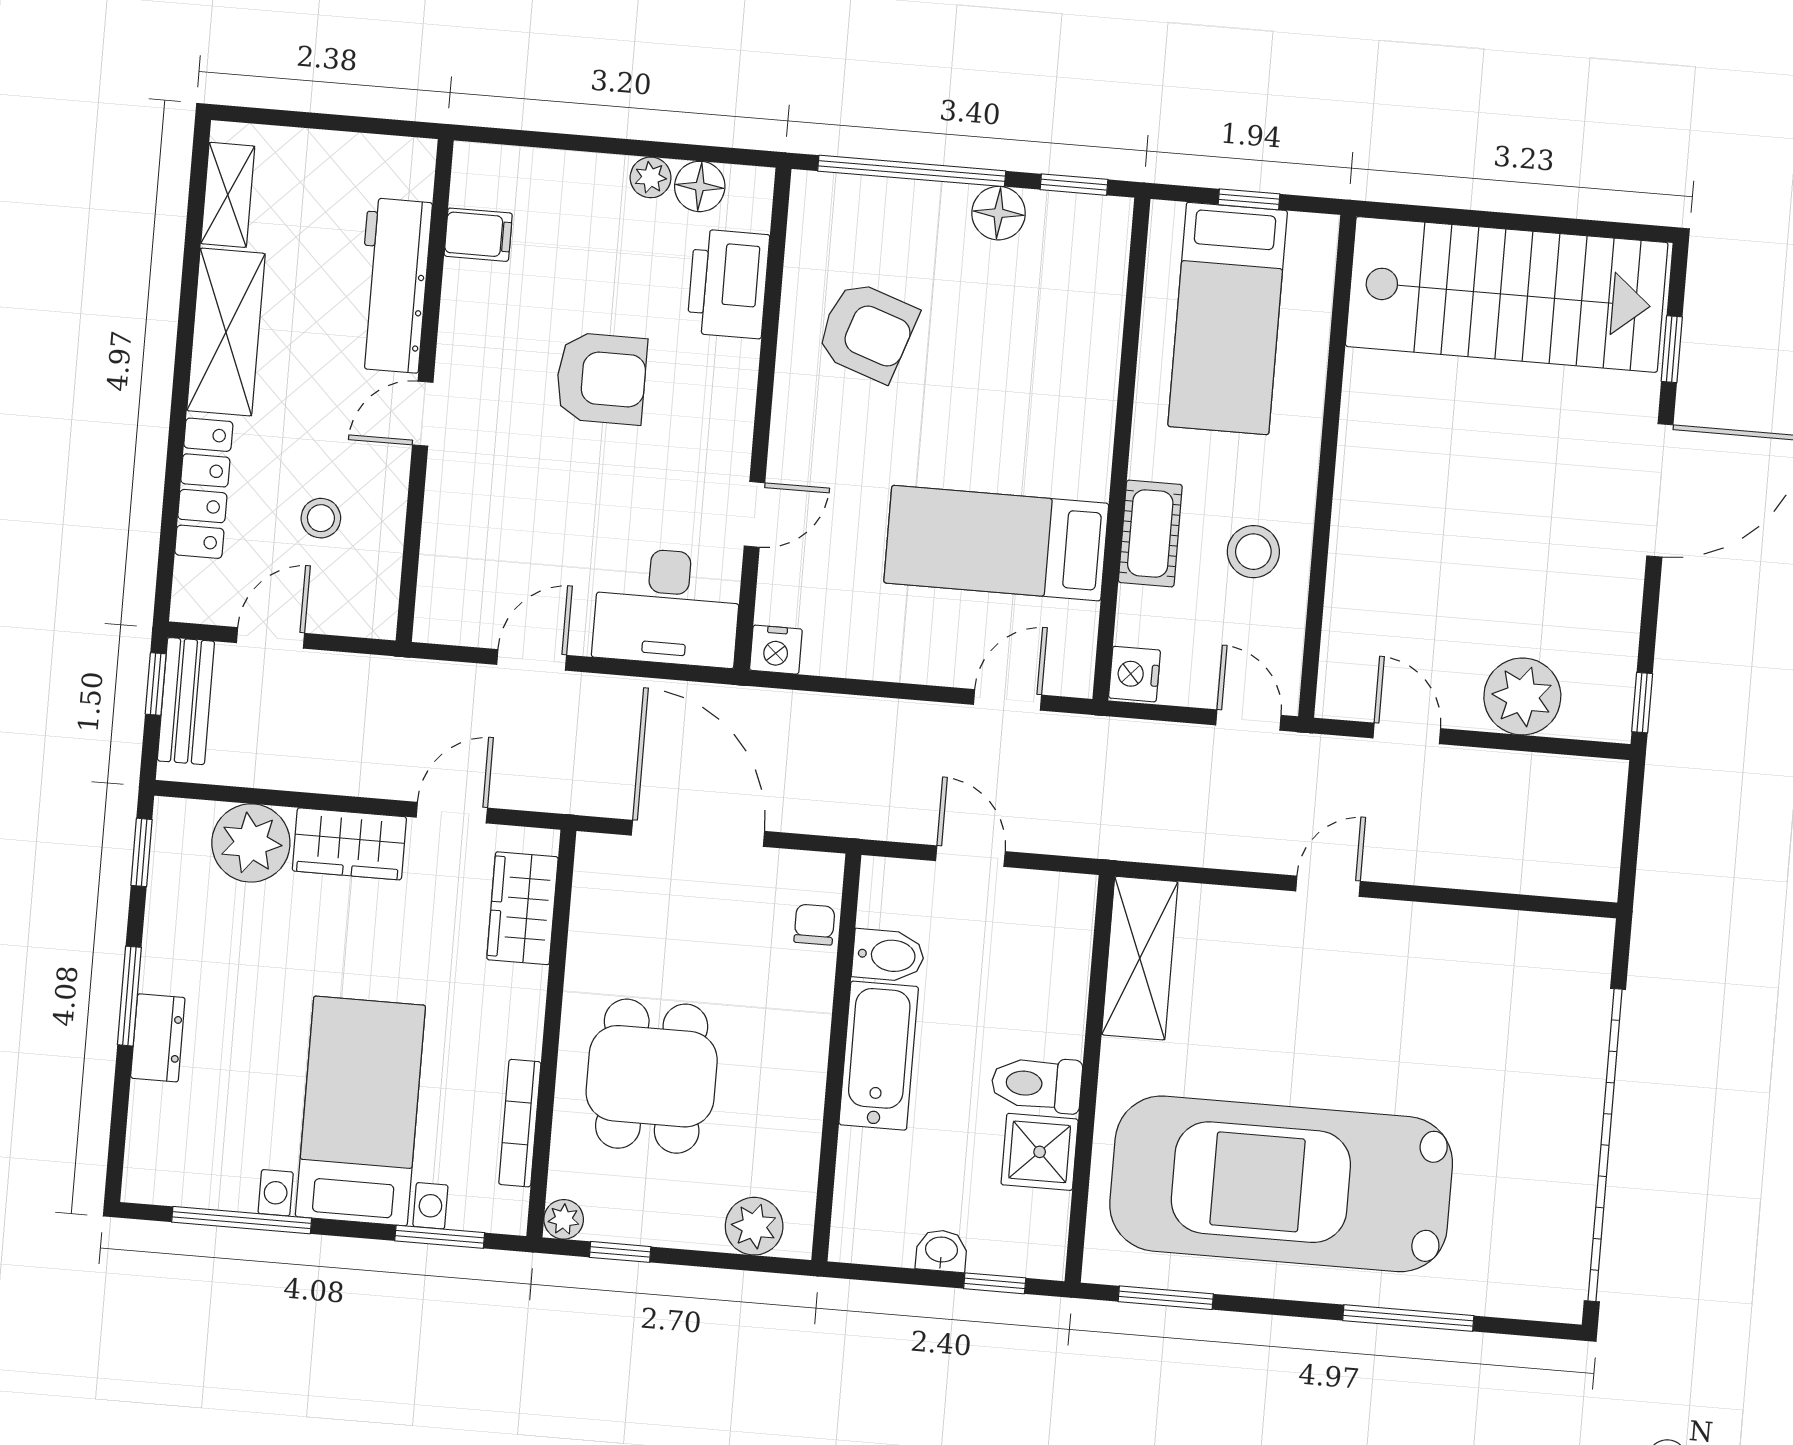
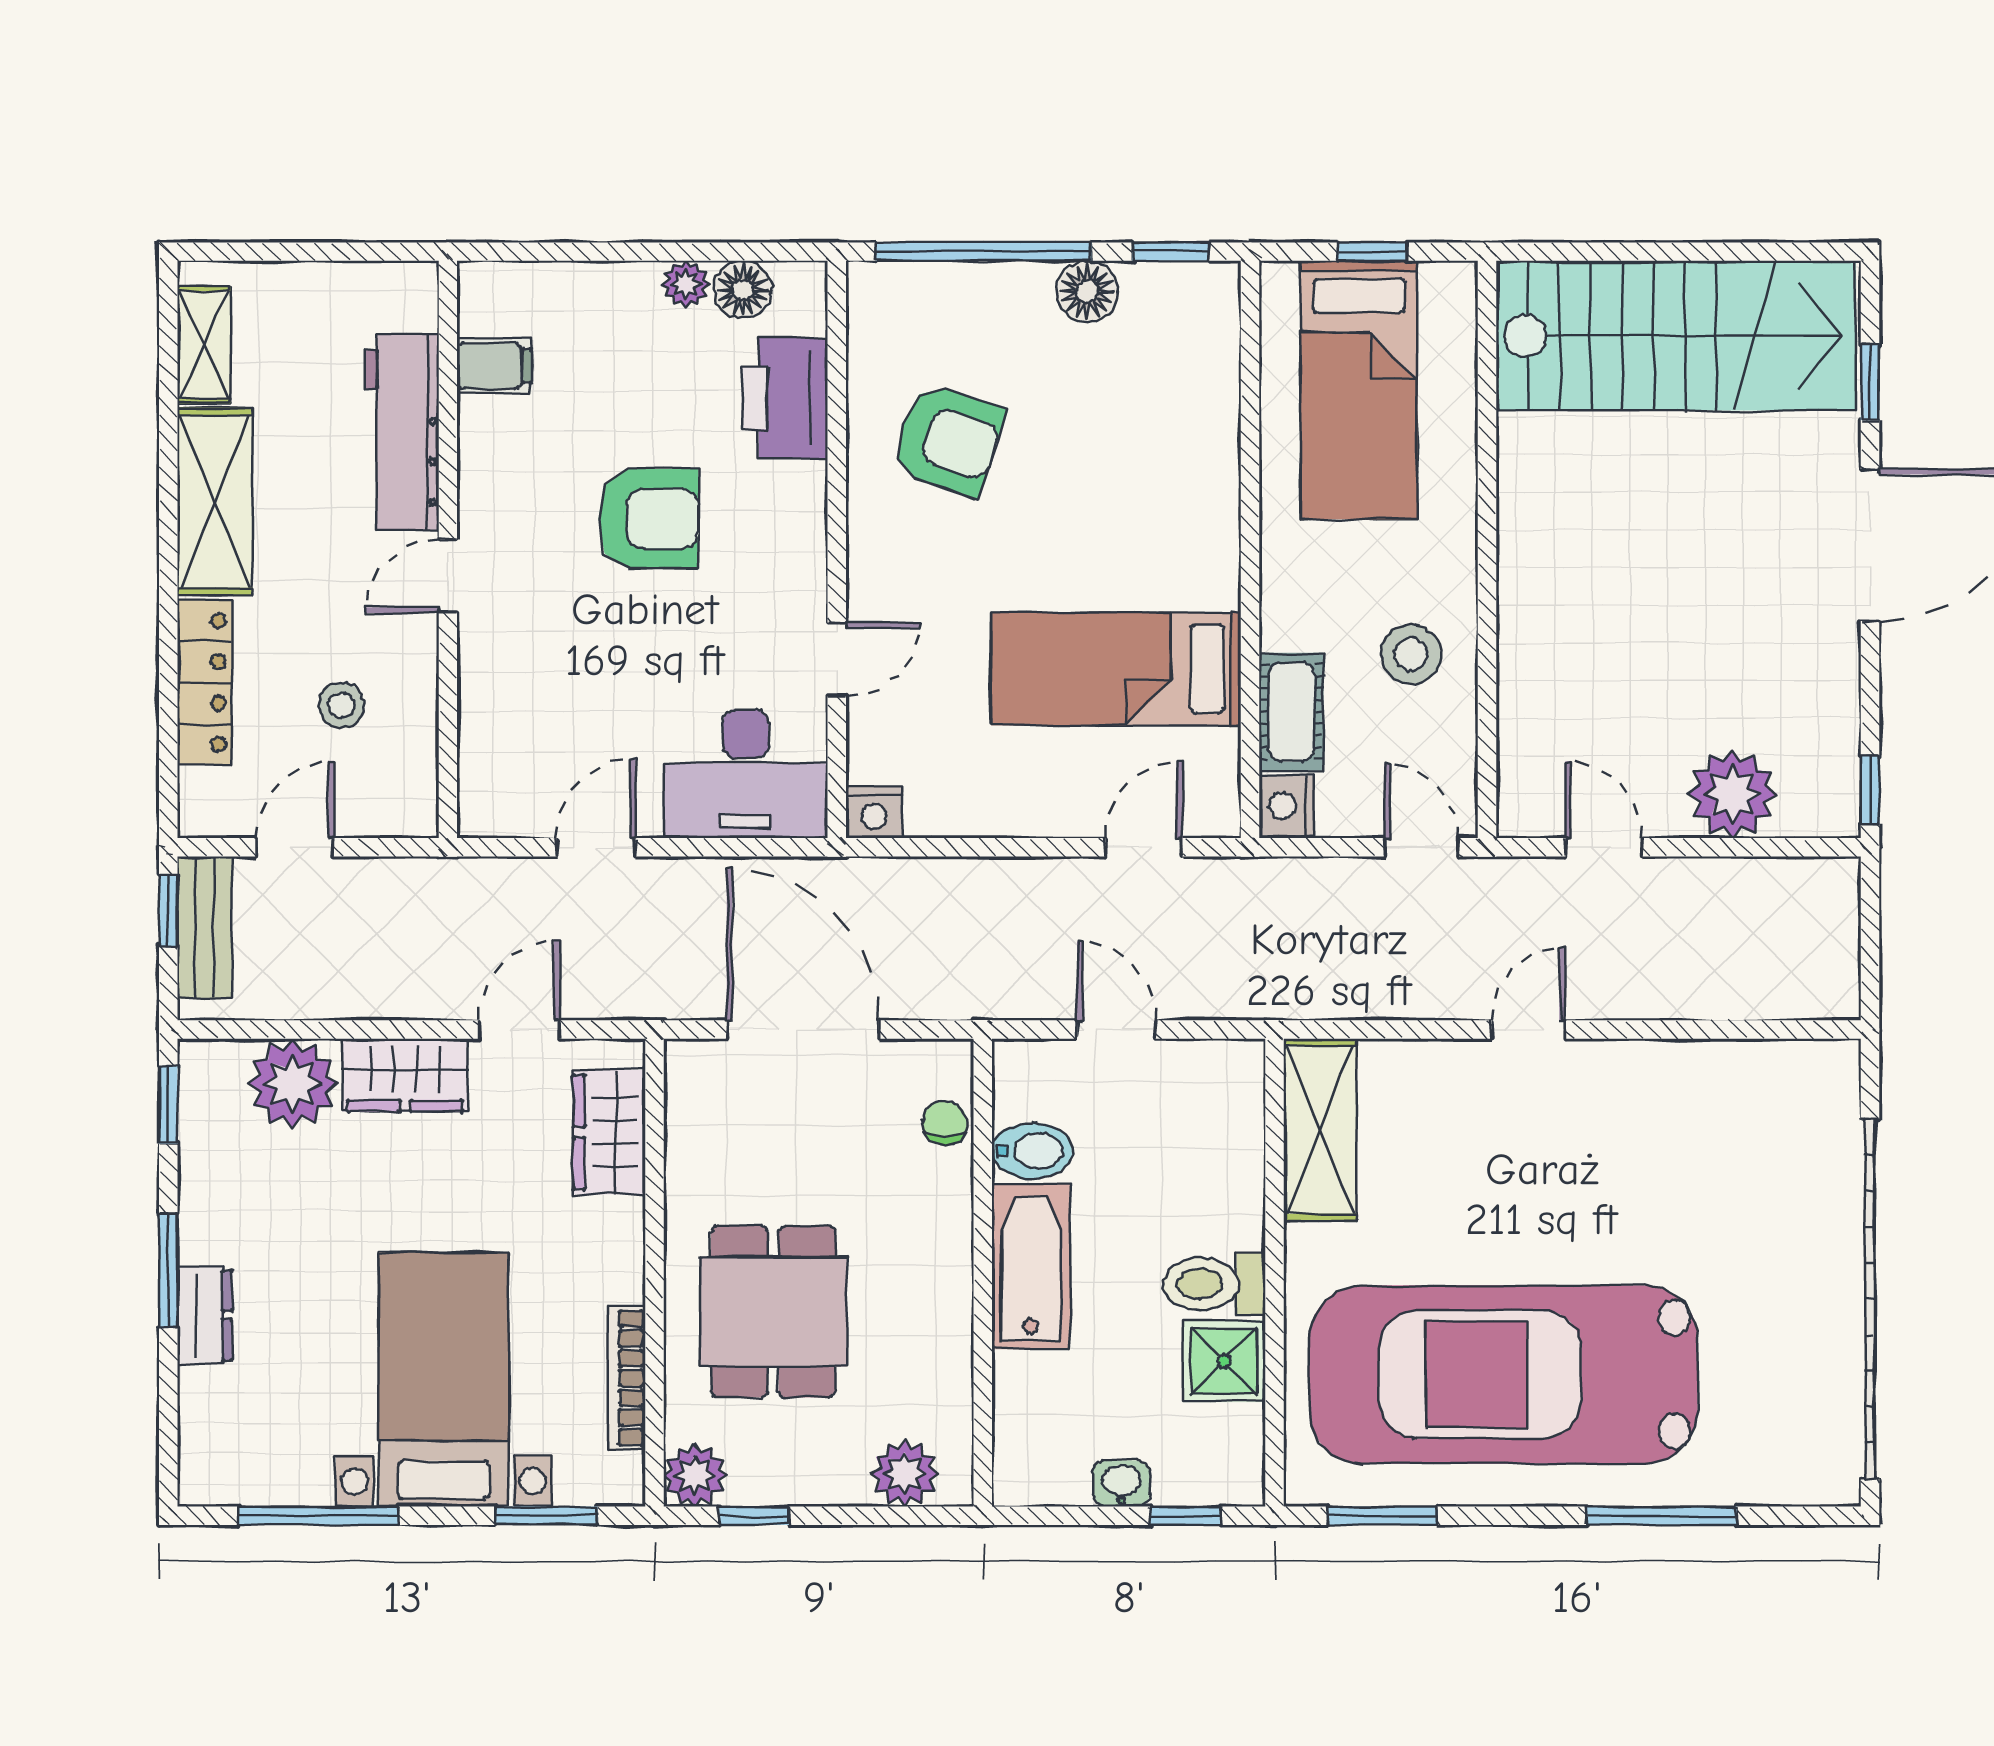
cot: (1150, 533) -> (1291, 712), moved
plant: (564, 1219) -> (695, 1475), width x1.38, depth x1.38

